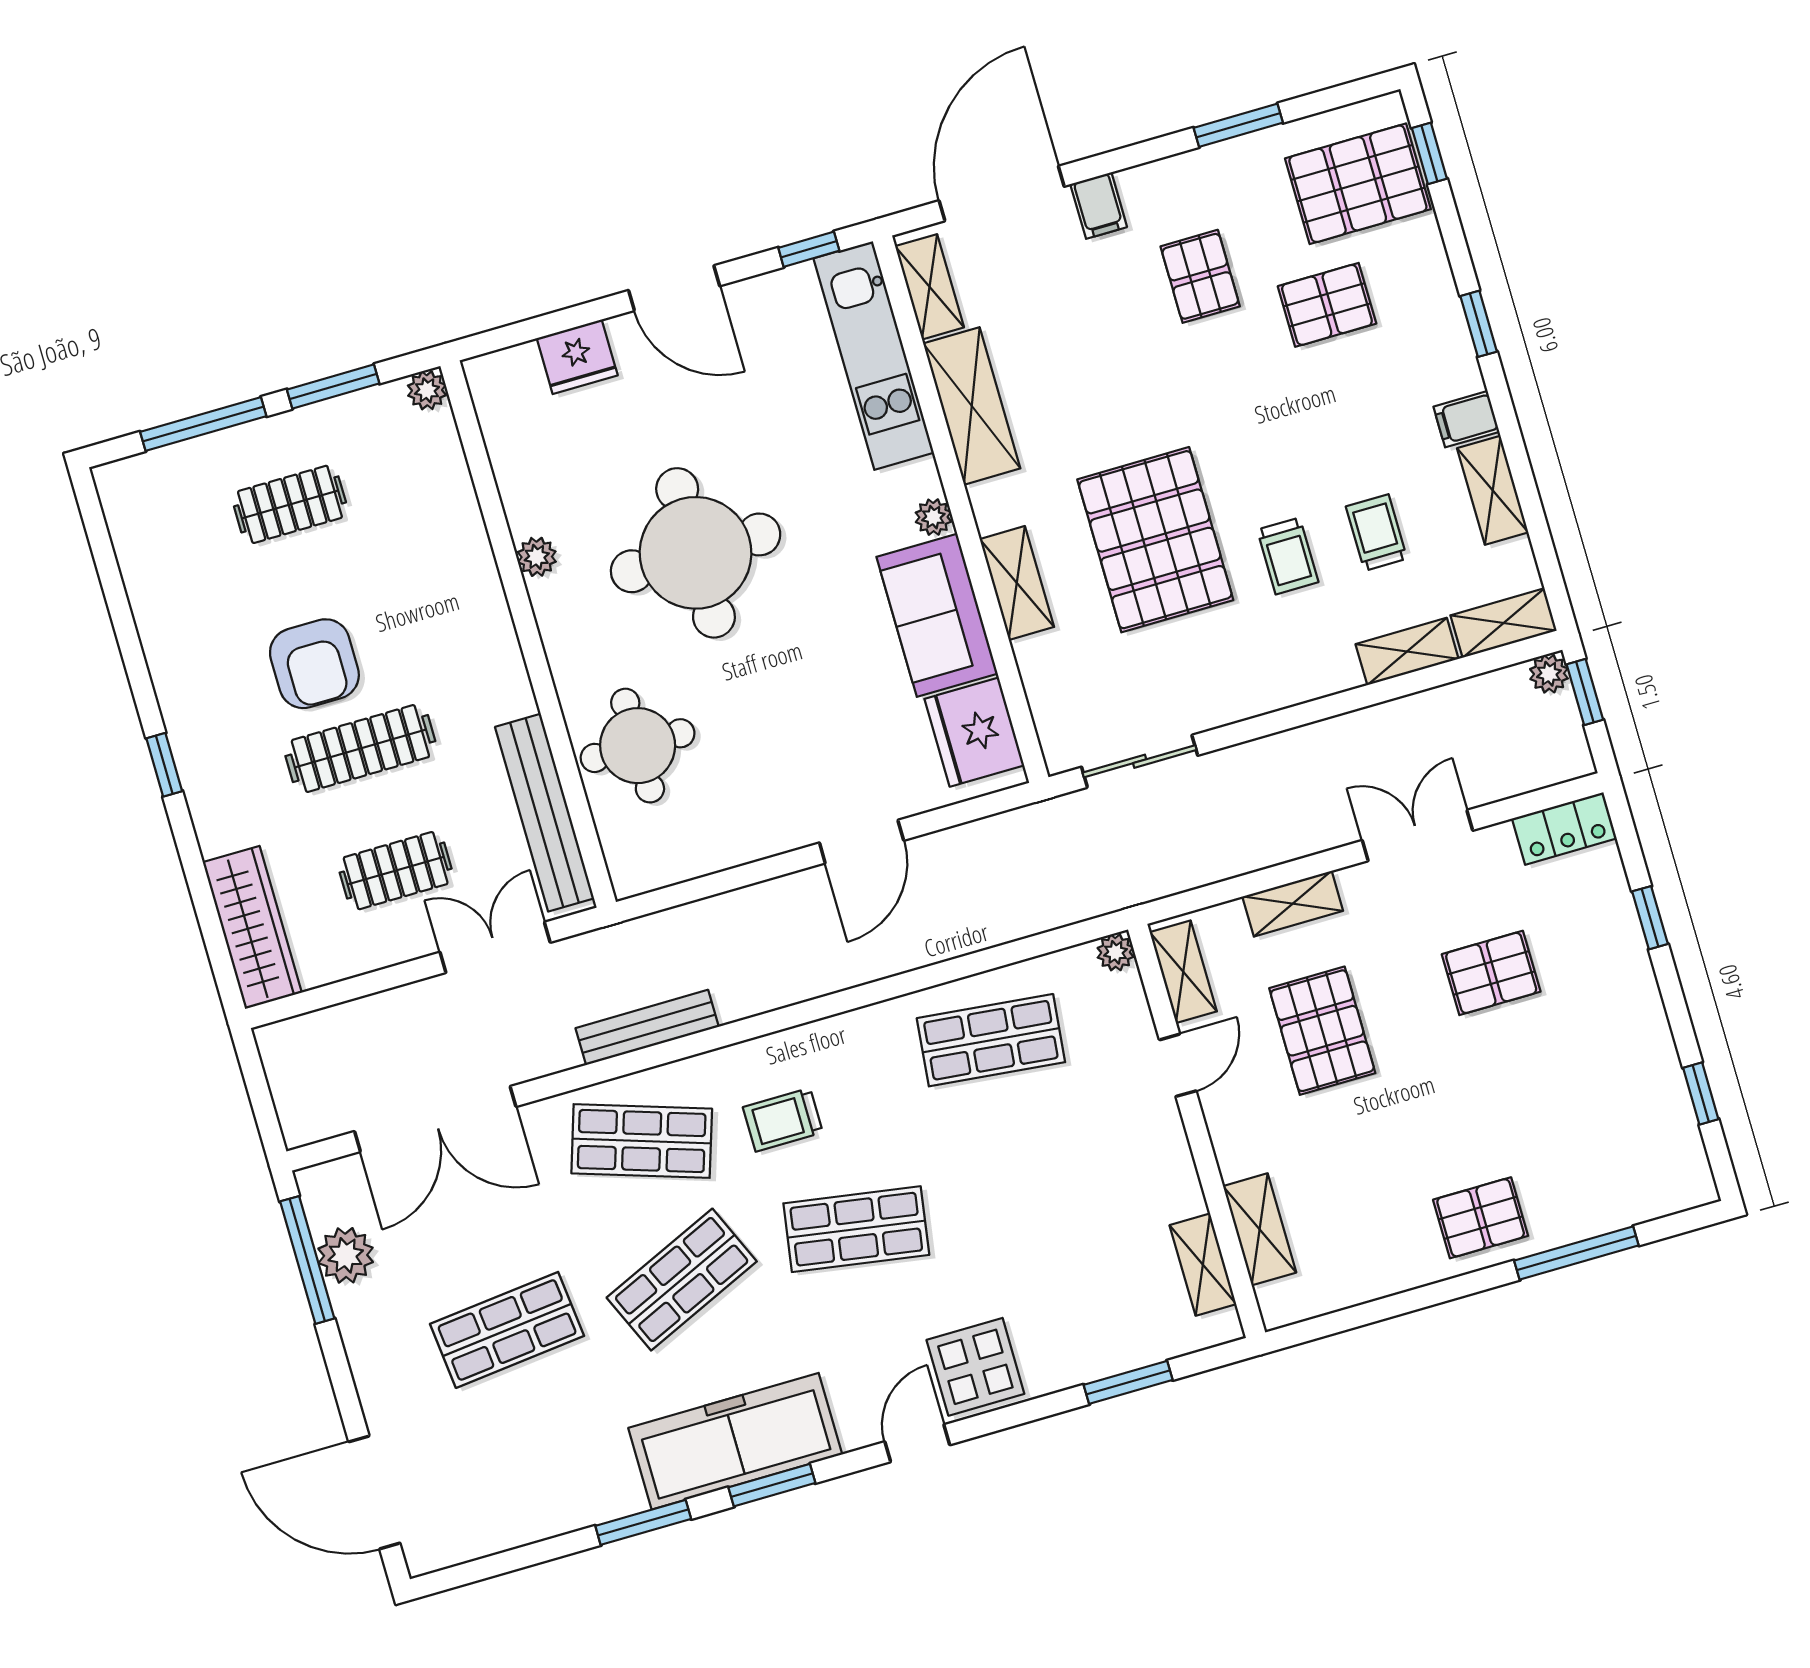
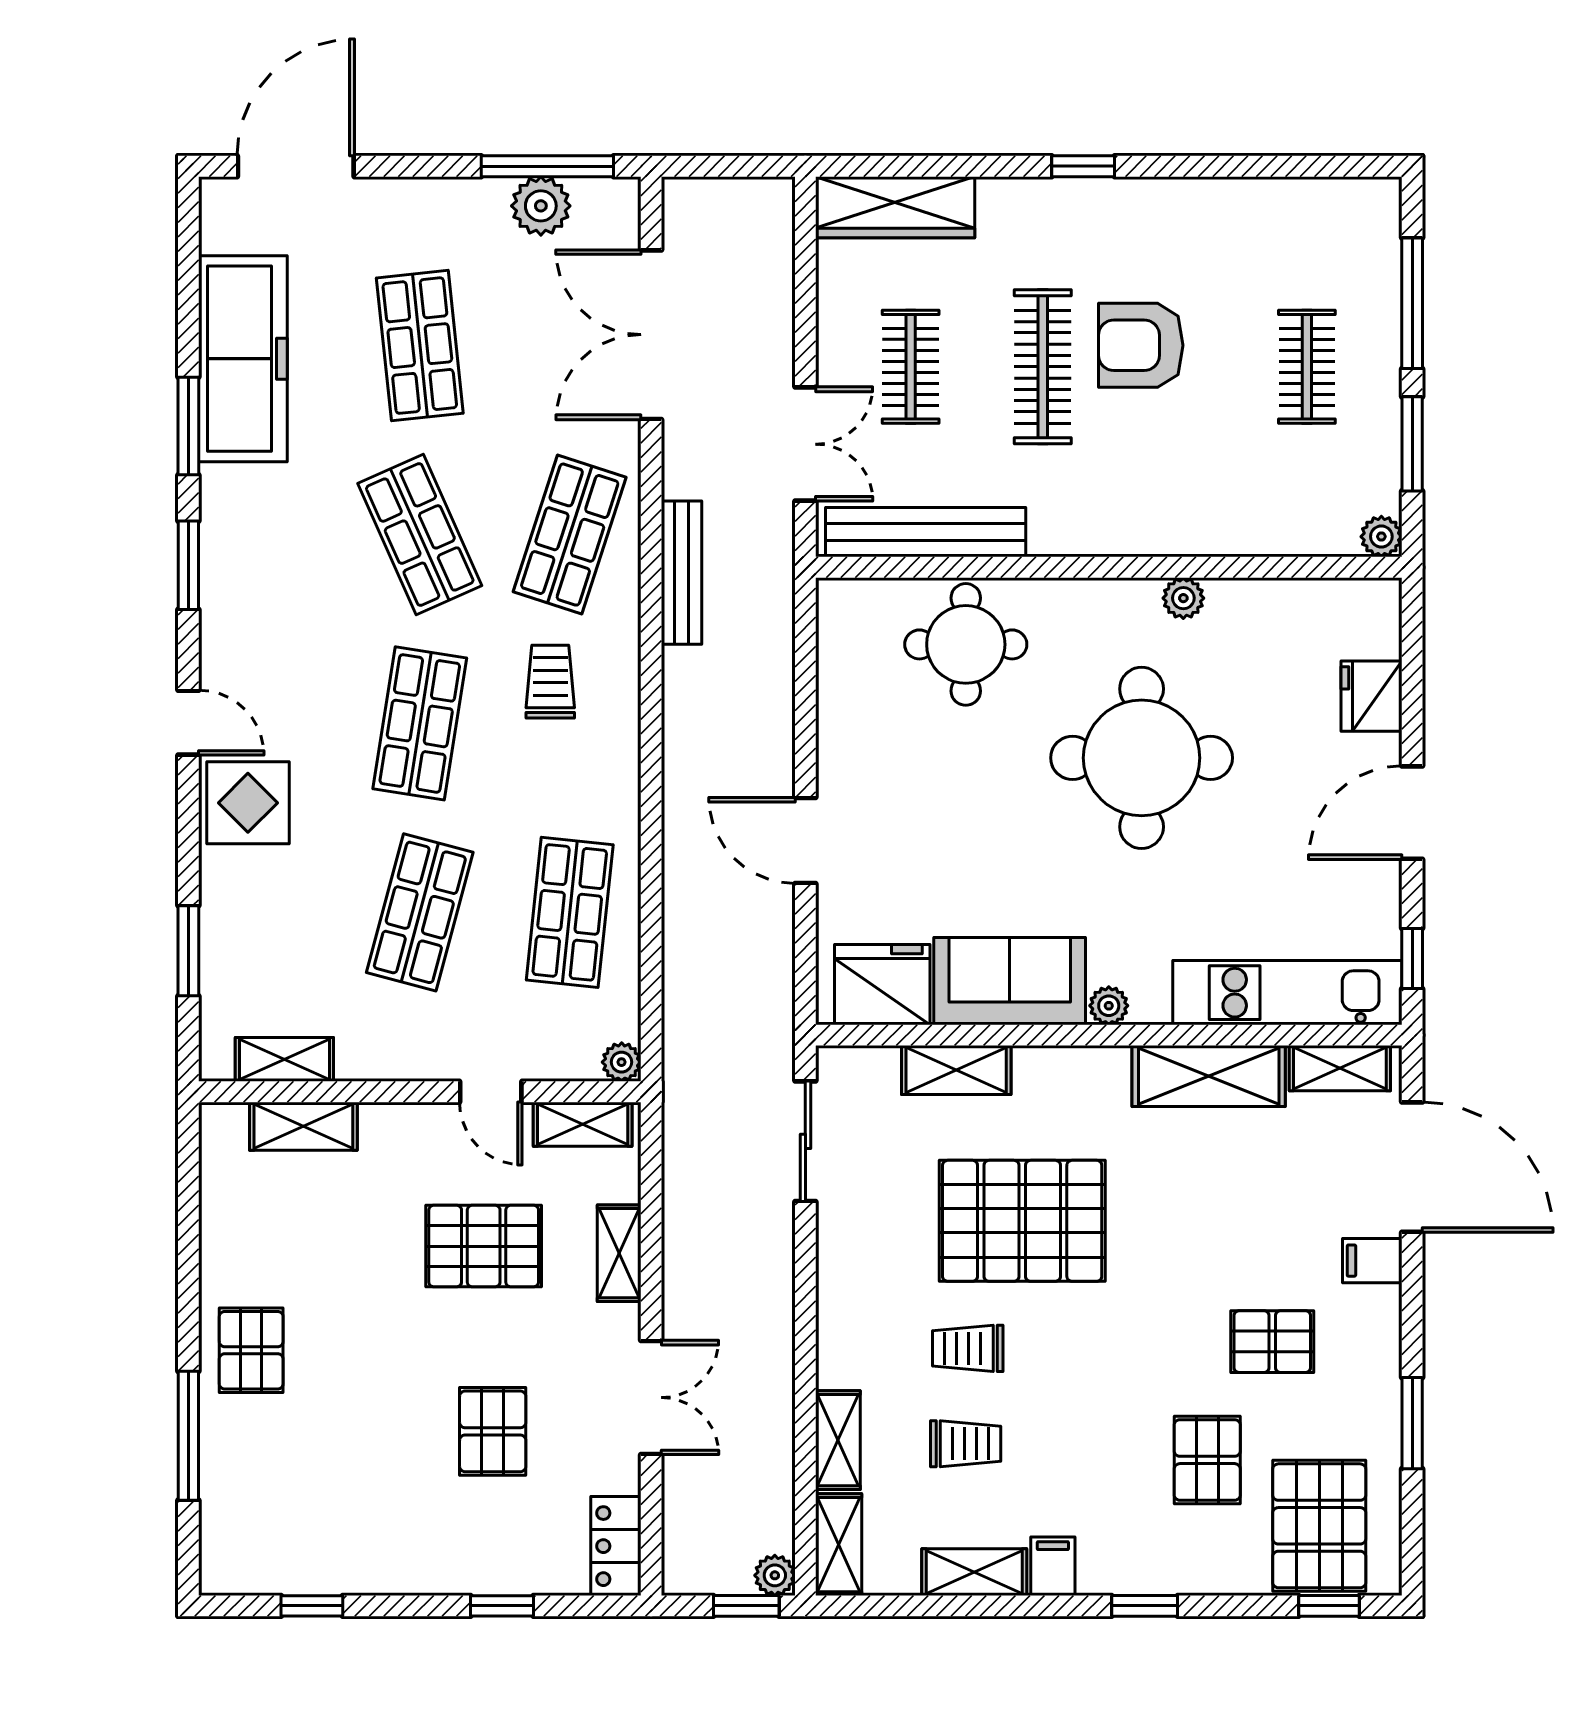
shelving: (1017, 583) -> (956, 1070), moved
shop shelf: (1031, 1179) -> (420, 912), added
freezer: (735, 1441) -> (243, 359), moved

